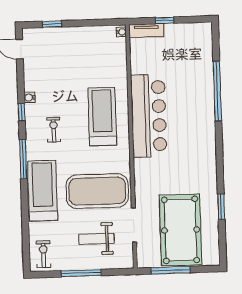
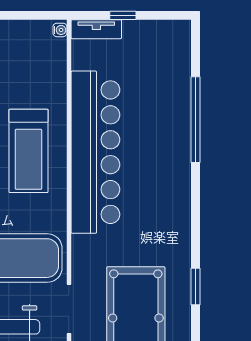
bar counter: (149, 116) -> (95, 152), width x1.36
treadmill: (102, 117) -> (28, 151), turned 180

